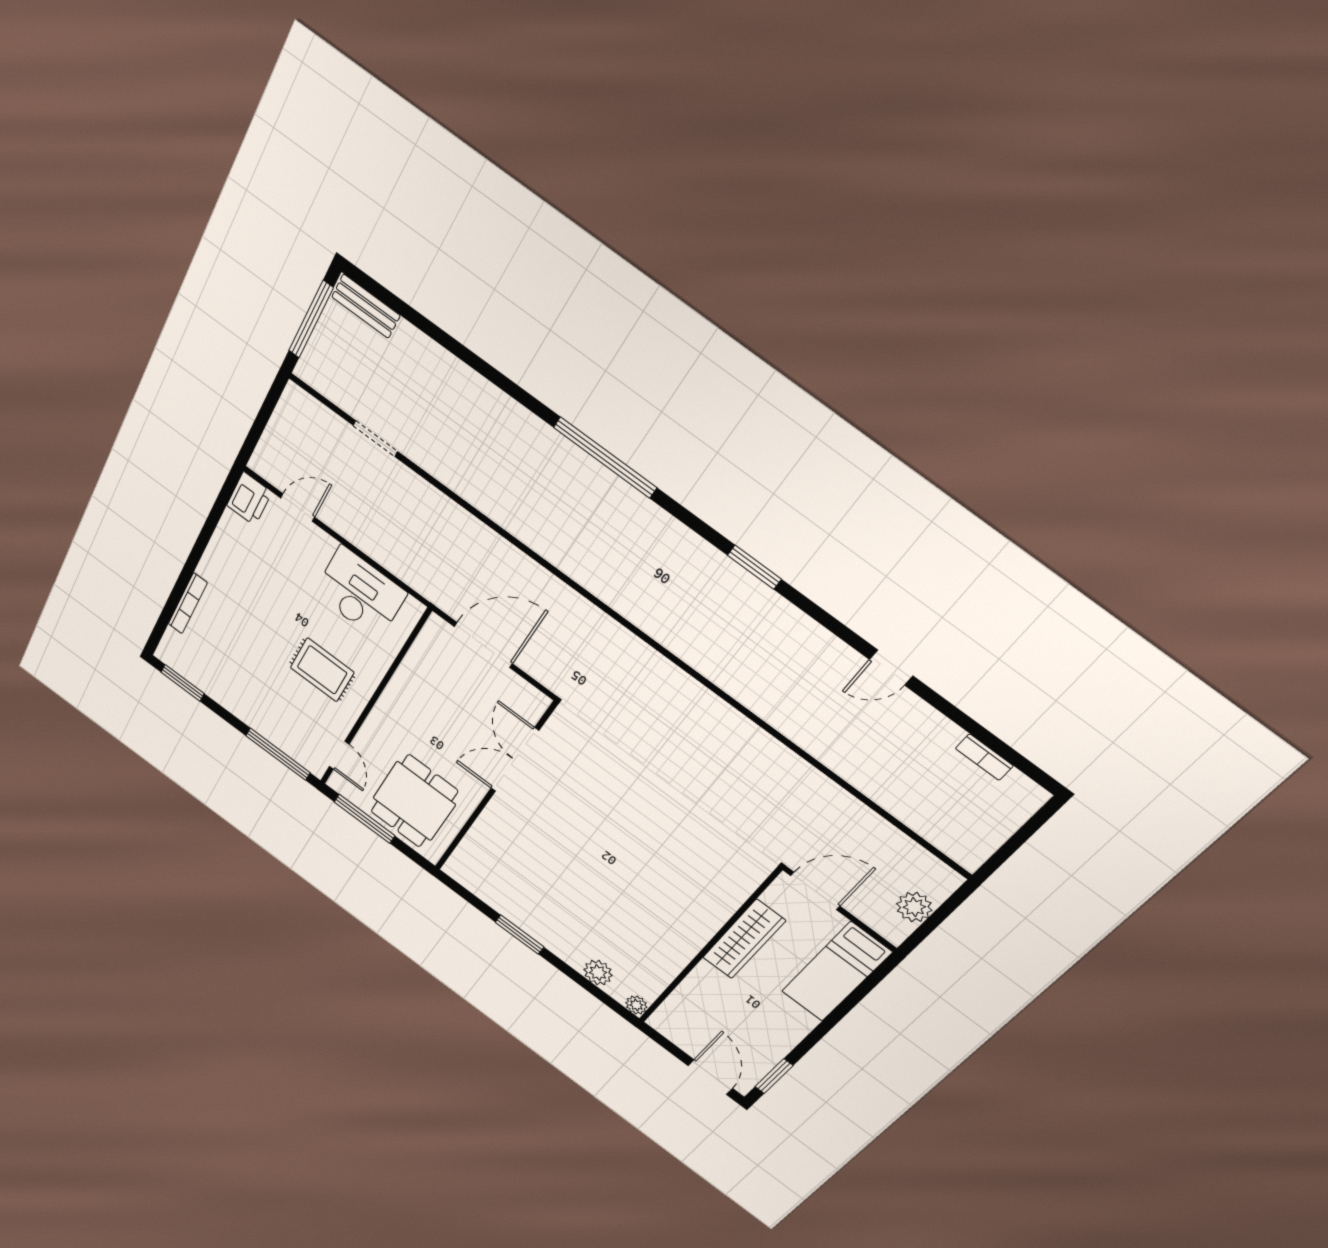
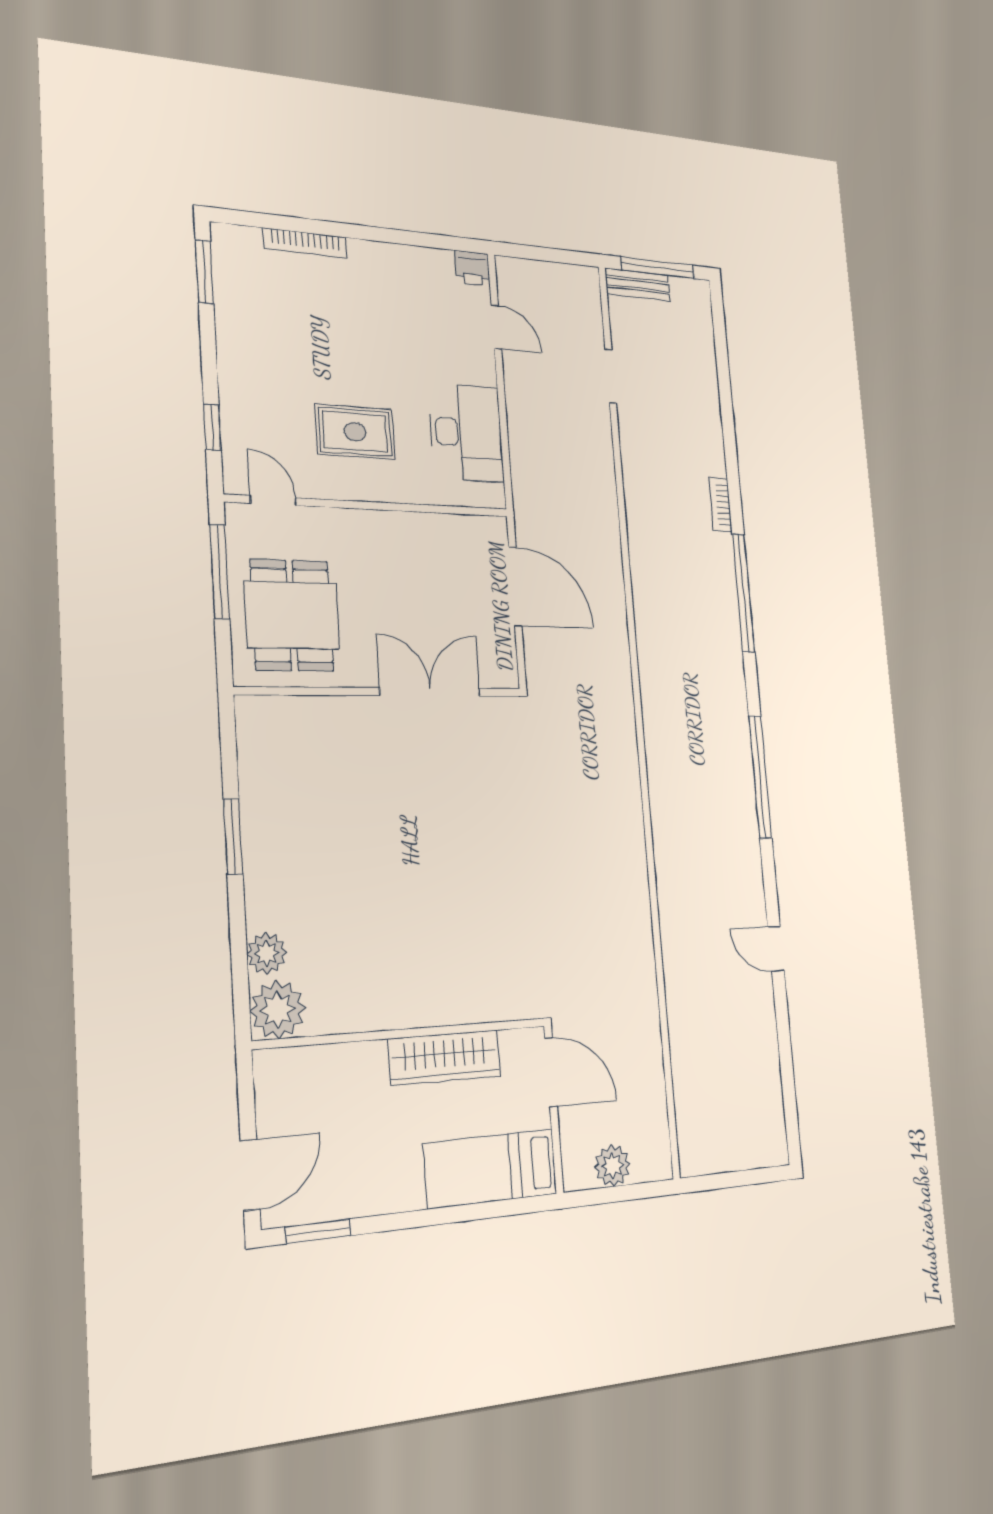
bench: (366, 306) -> (638, 285), moved, turned 90
printer: (249, 499) -> (472, 268), width x0.73, depth x0.81
window: (754, 567) -> (760, 777), width x2.11
rug: (322, 670) -> (355, 432), turned 90
window: (278, 754) -> (212, 427), width x0.46
door: (339, 755) -> (273, 501), swing flipped
bookcase: (984, 757) -> (721, 505), moved
dining table: (414, 801) -> (292, 615), turned 90
plant: (636, 1005) -> (278, 1010), width x1.87, depth x1.87

